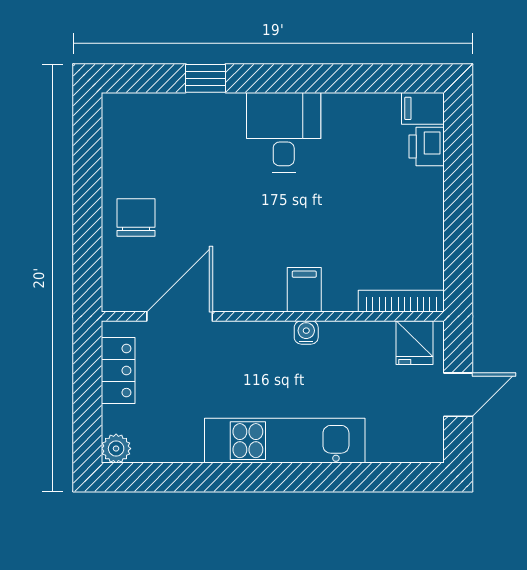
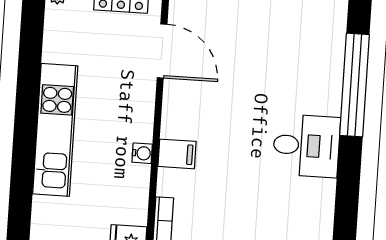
window: (206, 78) -> (355, 85), width x3.17
chair: (136, 218) -> (245, 21), removed

